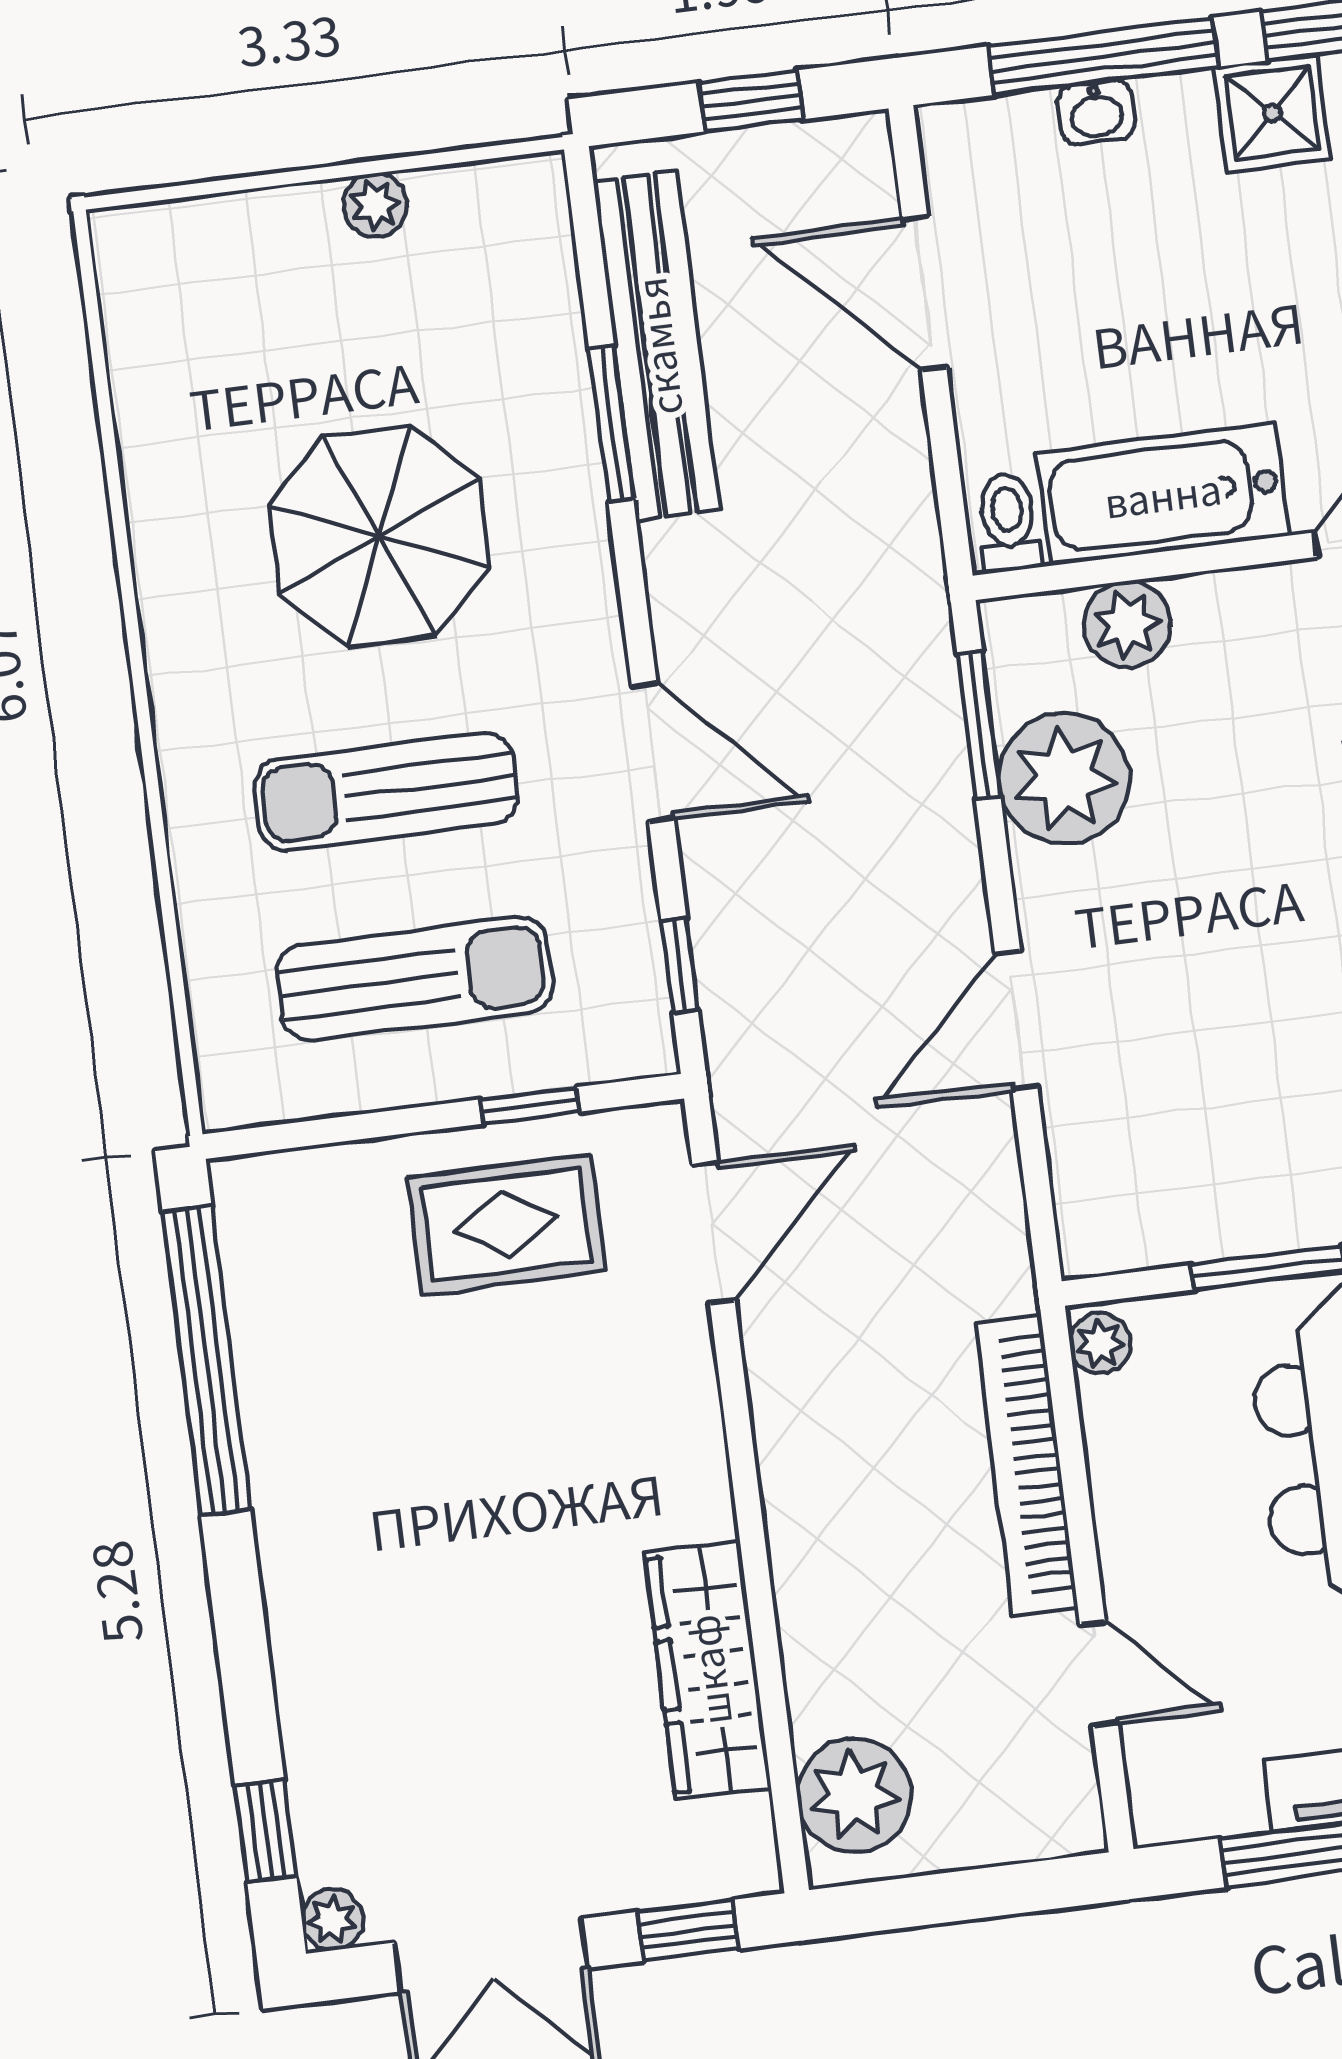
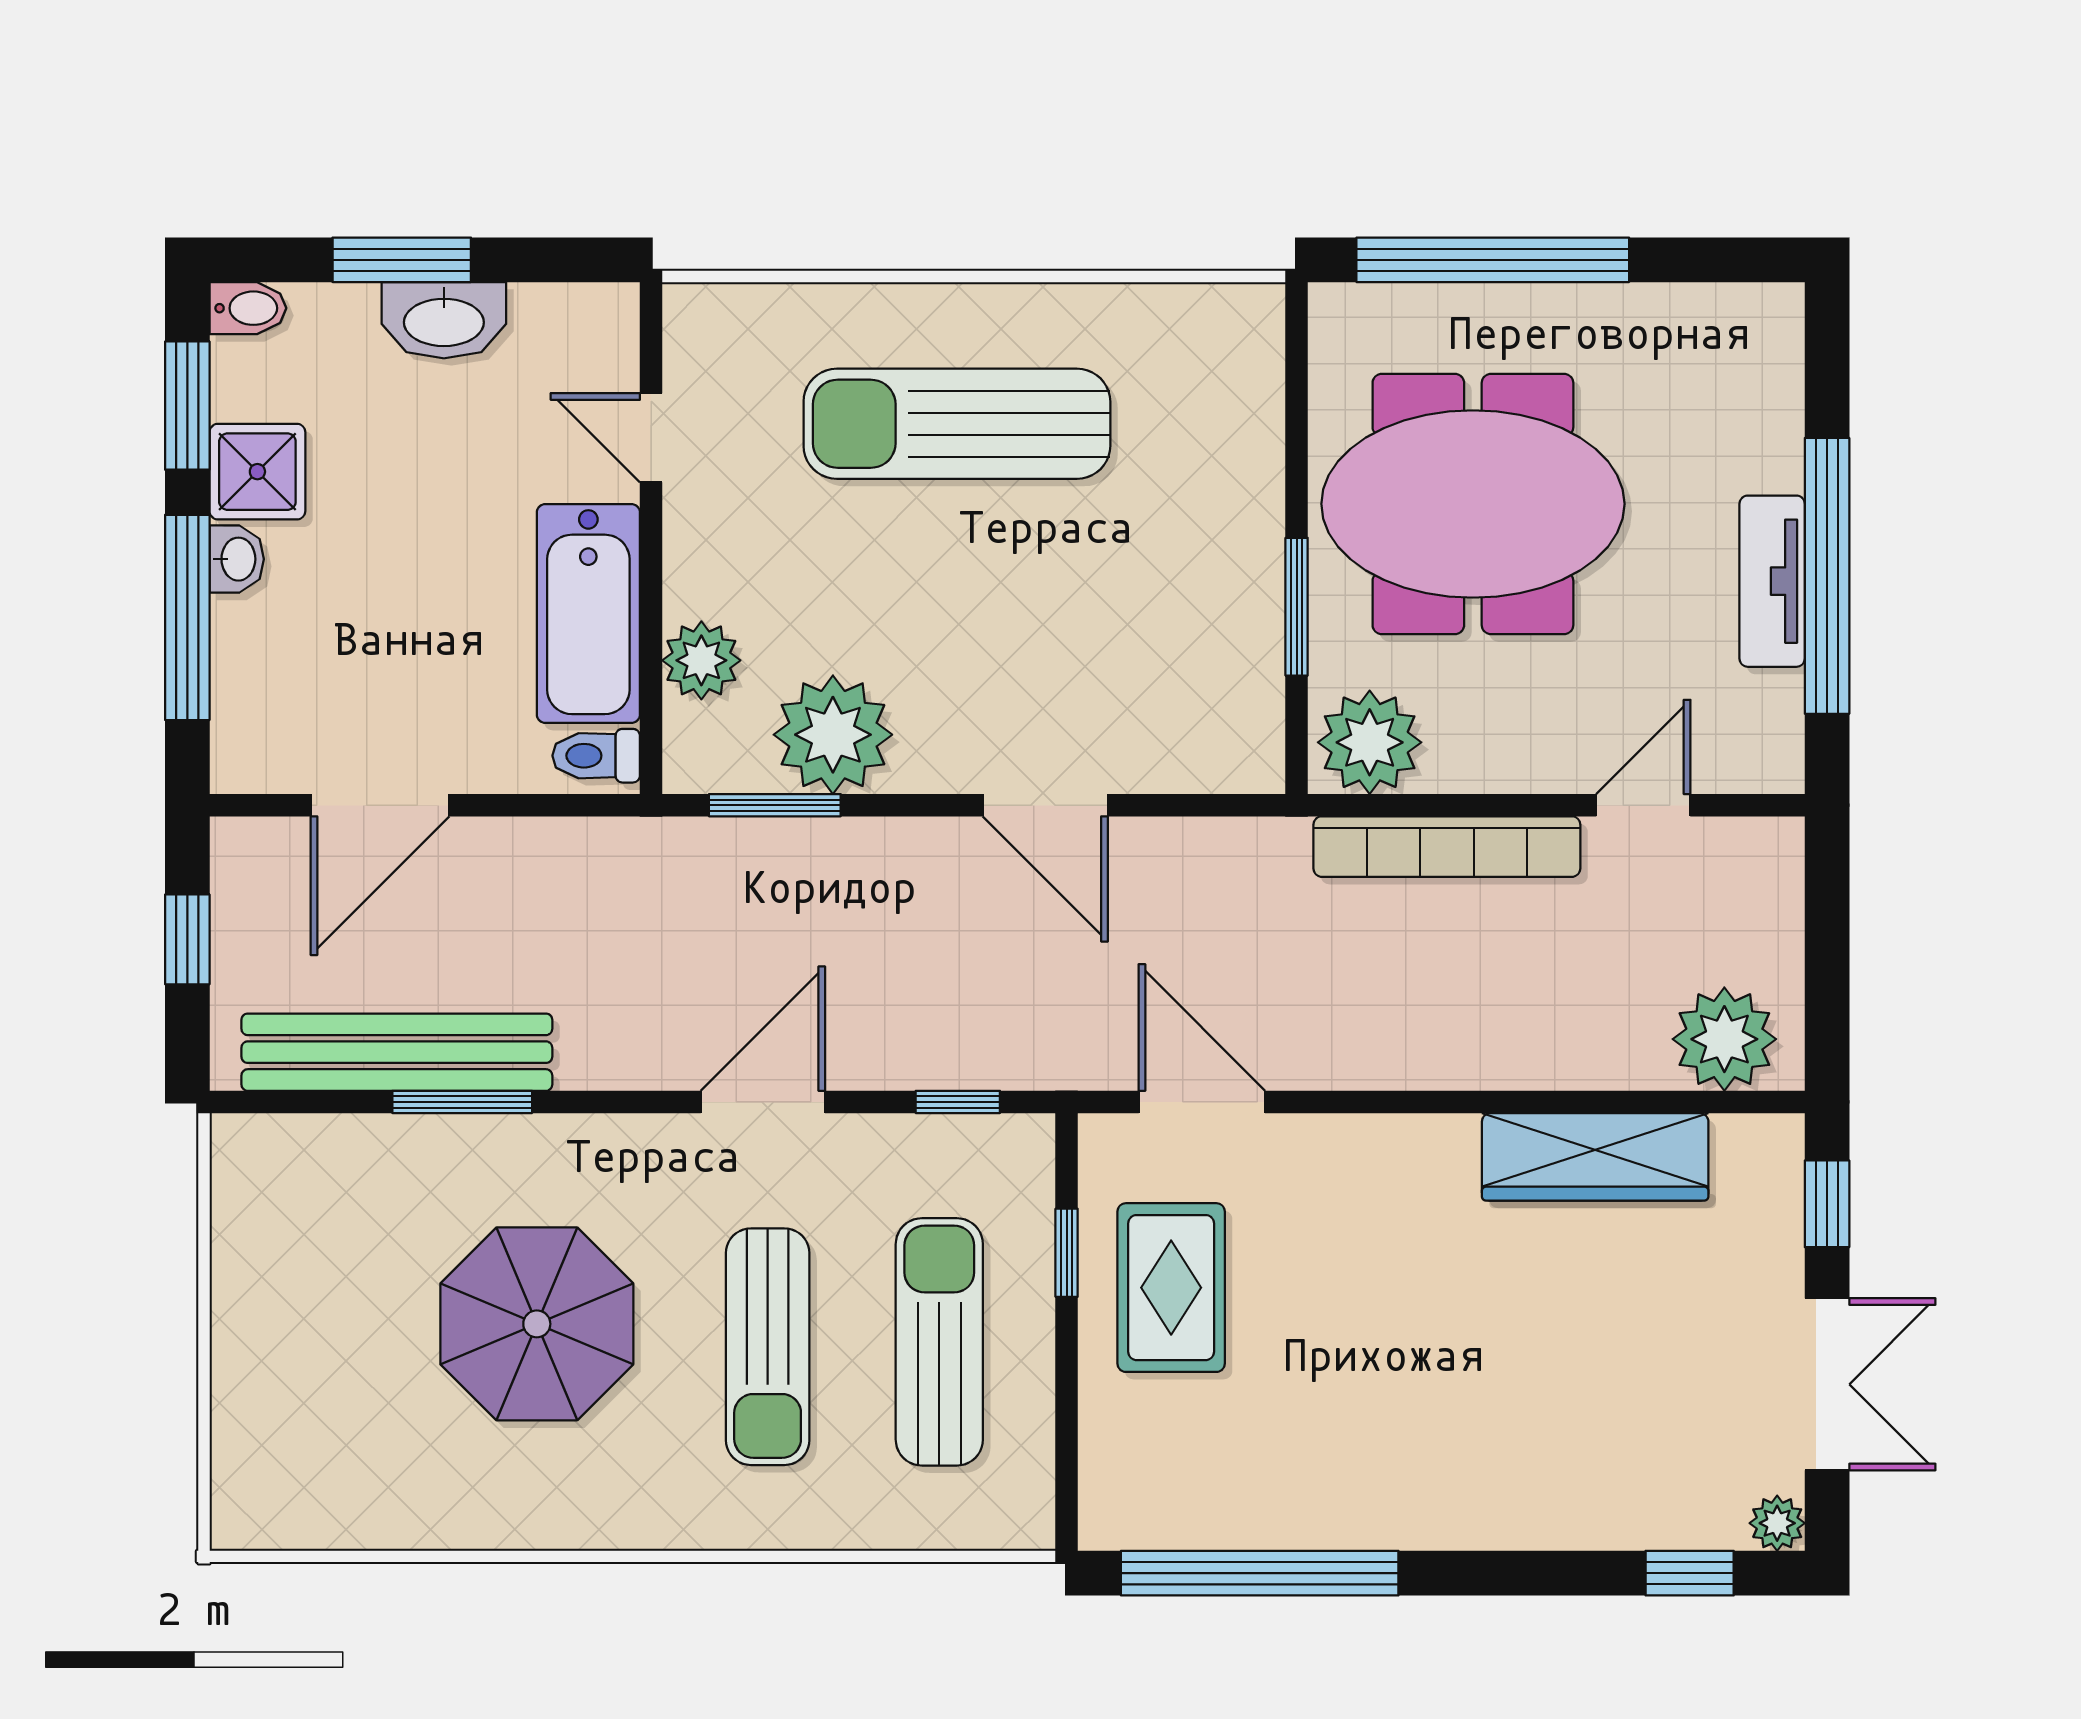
washbasin: (1096, 112) -> (237, 559), moved
plant: (375, 205) -> (238, 1290), removed
plant: (1100, 1343) -> (1370, 742), width x1.87, depth x1.87

